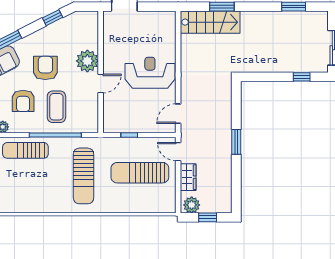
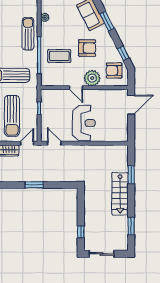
stairs: (210, 22) -> (120, 194), moved
armchair: (23, 101) -> (114, 71), moved
sun lounger: (140, 173) -> (12, 116), turned 180

